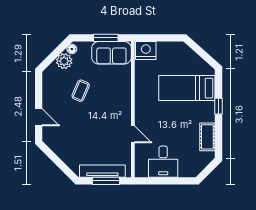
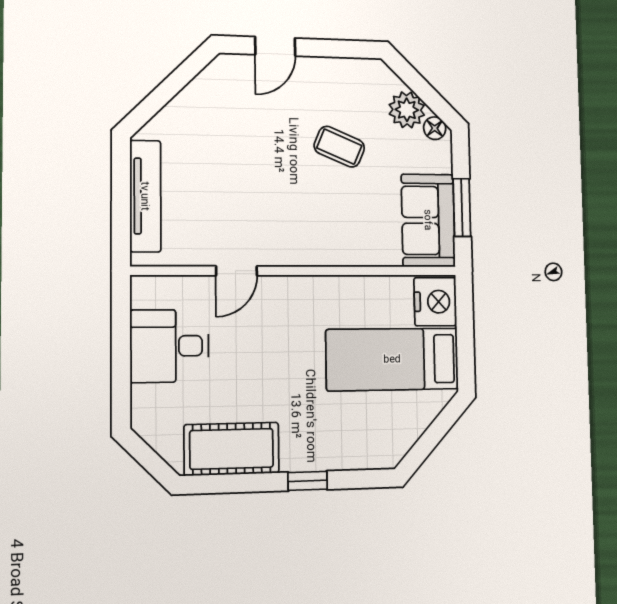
bed: (187, 88) -> (392, 359), moved, turned -90
cot: (207, 137) -> (232, 449), width x1.37, depth x1.34
window: (106, 181) -> (121, 204), removed

